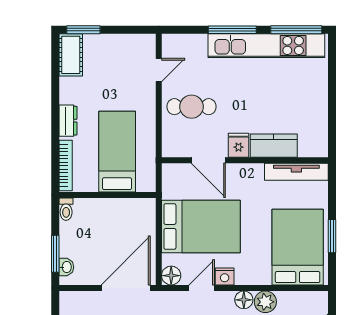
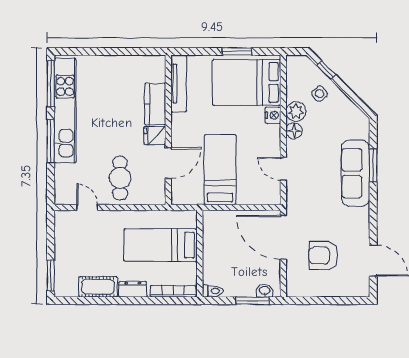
cot: (71, 55) -> (98, 287), moved
bed: (201, 226) -> (220, 170), width x0.67
floor lamp: (171, 276) -> (272, 196), removed
nightstand: (225, 276) -> (273, 115), moved

